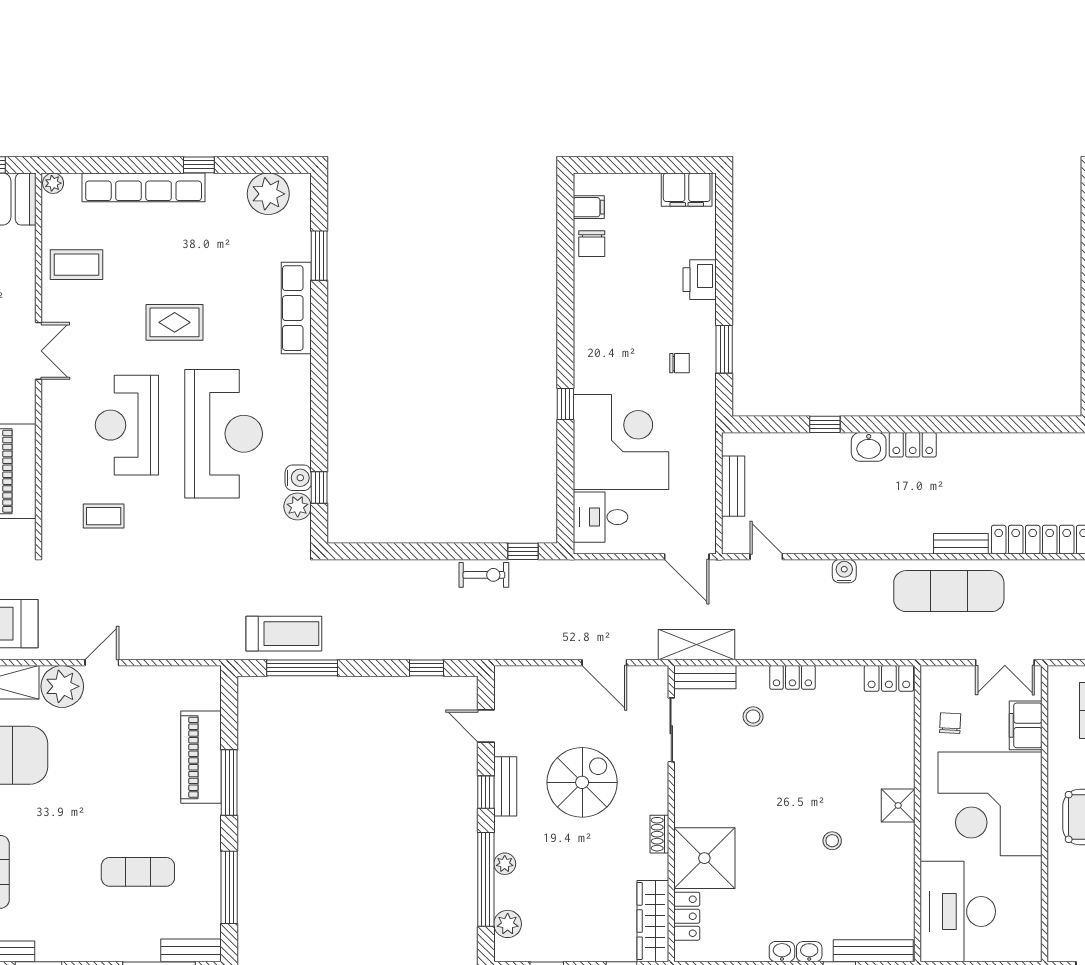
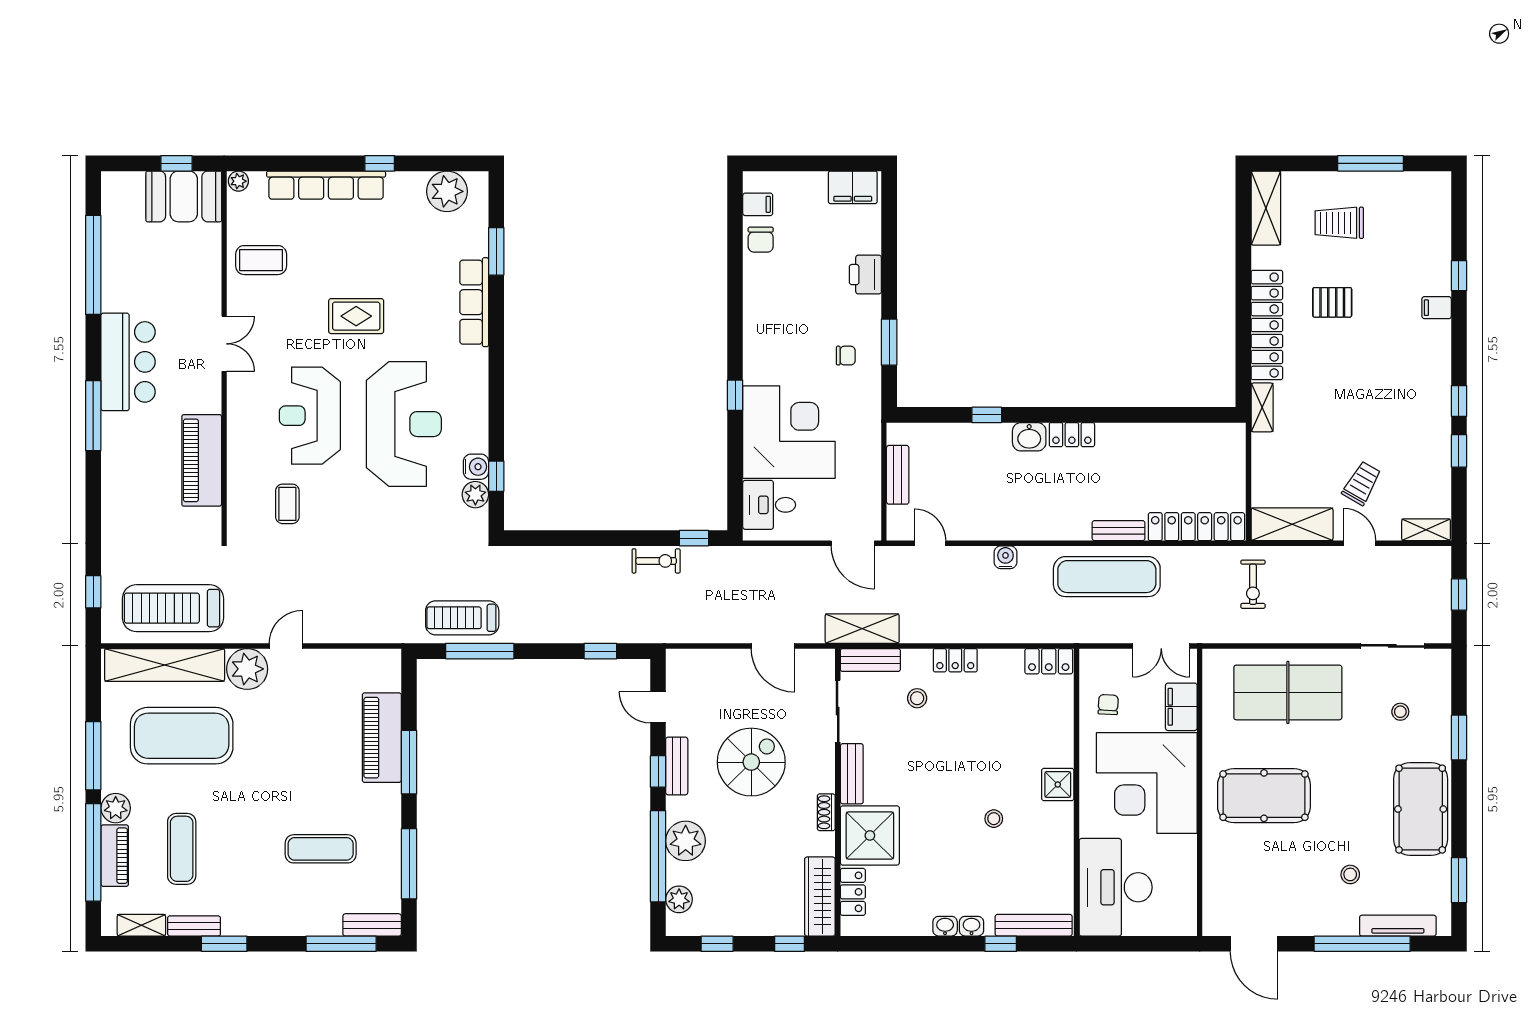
coffee table: (104, 516) -> (287, 504), turned 90
treadmill: (284, 634) -> (462, 618), turned 180
bench: (686, 794) -> (852, 774), added
plant: (505, 864) -> (686, 841), width x1.88, depth x1.88

